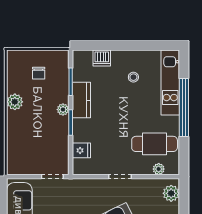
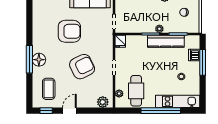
window: (112, 46) -> (203, 62), added
kitchen counter: (81, 100) -> (166, 41), width x1.50
fridge: (81, 150) -> (120, 41), moved

